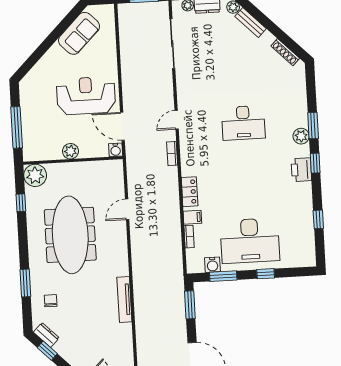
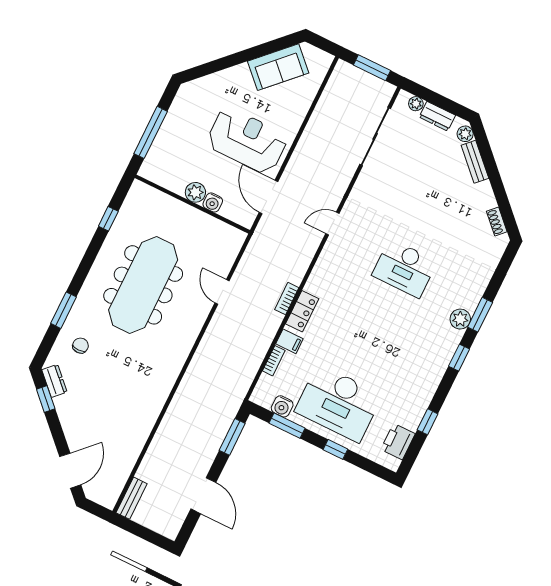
shoe rack: (285, 52) -> (497, 221), width x0.70
water cooler: (116, 150) -> (213, 202), moved
bookcase: (172, 154) -> (287, 299), moved
printer: (301, 170) -> (398, 442), moved
plant: (35, 175) -> (141, 197), removed
door: (127, 209) -> (222, 292), hinge flipped
tv unit: (124, 299) -> (163, 390), removed

